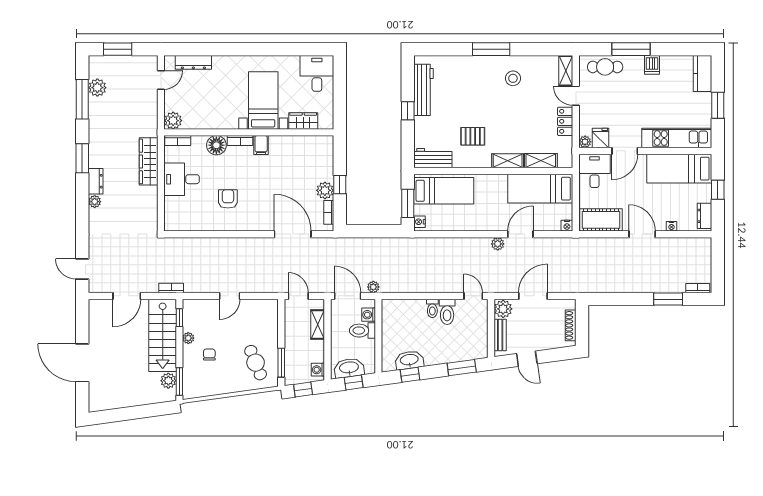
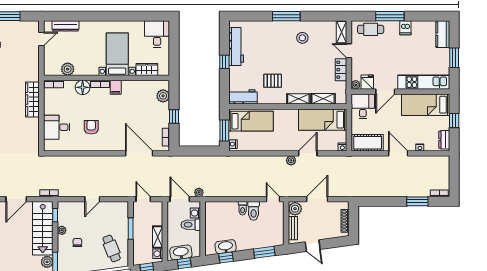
plant: (173, 121) -> (68, 69), moved
desk: (182, 179) -> (57, 127), moved
plant: (325, 190) -> (163, 96), moved
shelving: (318, 324) -> (158, 237), moved
window: (281, 363) -> (131, 229), moved

